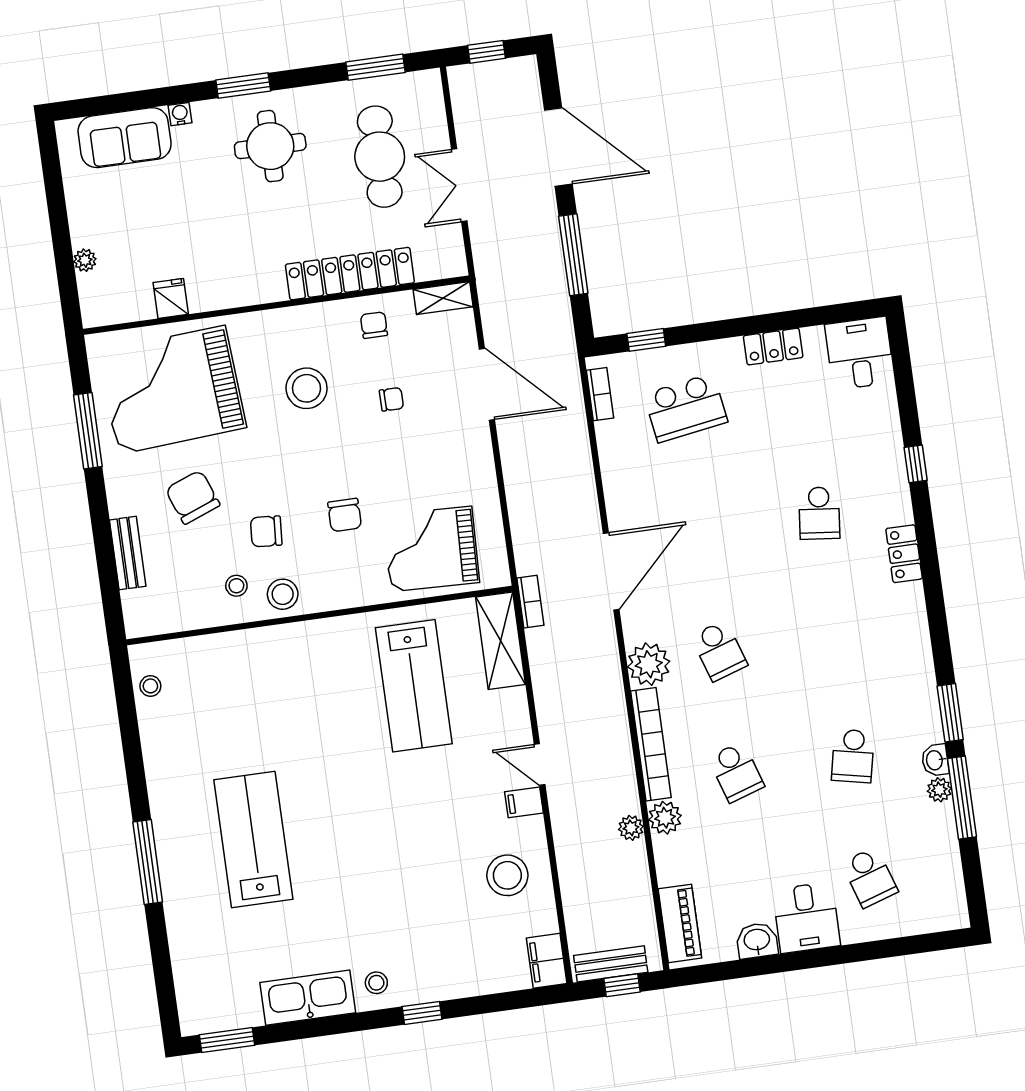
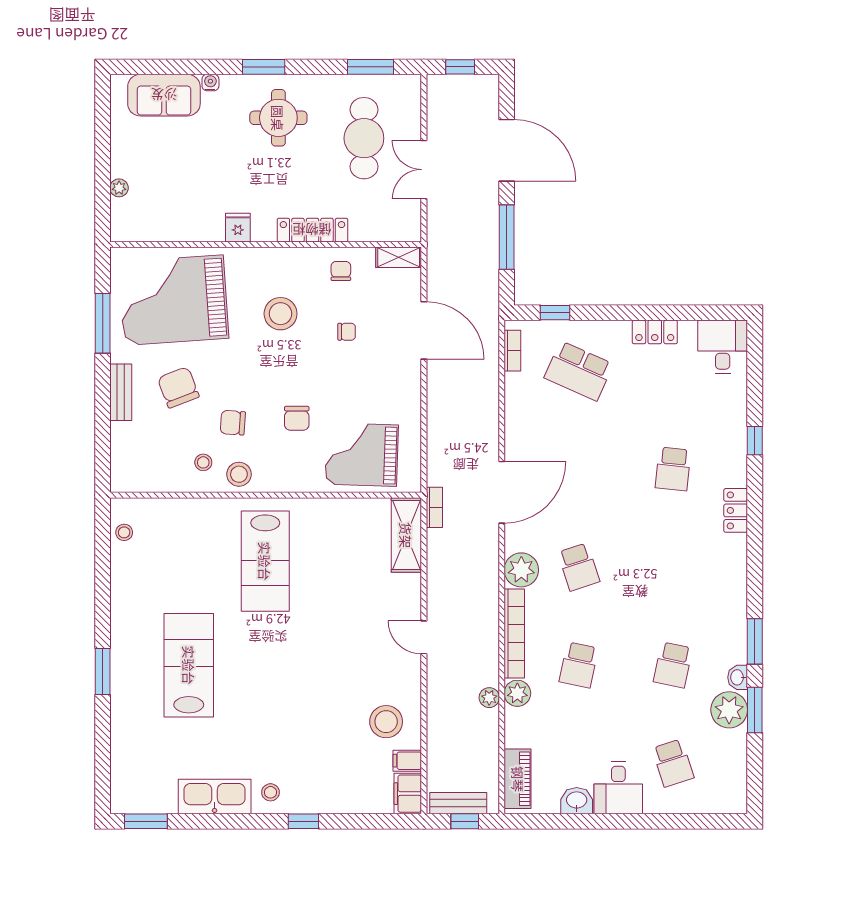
locker: (350, 274) -> (312, 230), width x0.71, depth x0.83
fridge: (171, 298) -> (238, 228), moved
school desk: (686, 408) -> (579, 371), turned 33
bench: (128, 553) -> (121, 392), moved
lab bench: (414, 686) -> (265, 561), moved
school desk: (736, 772) -> (579, 665), turned 30
plant: (939, 790) -> (729, 710), width x1.87, depth x1.87
window: (962, 798) -> (755, 710), width x0.69
filing cabinet: (524, 802) -> (407, 761), moved
window: (148, 862) -> (103, 672), width x0.69

